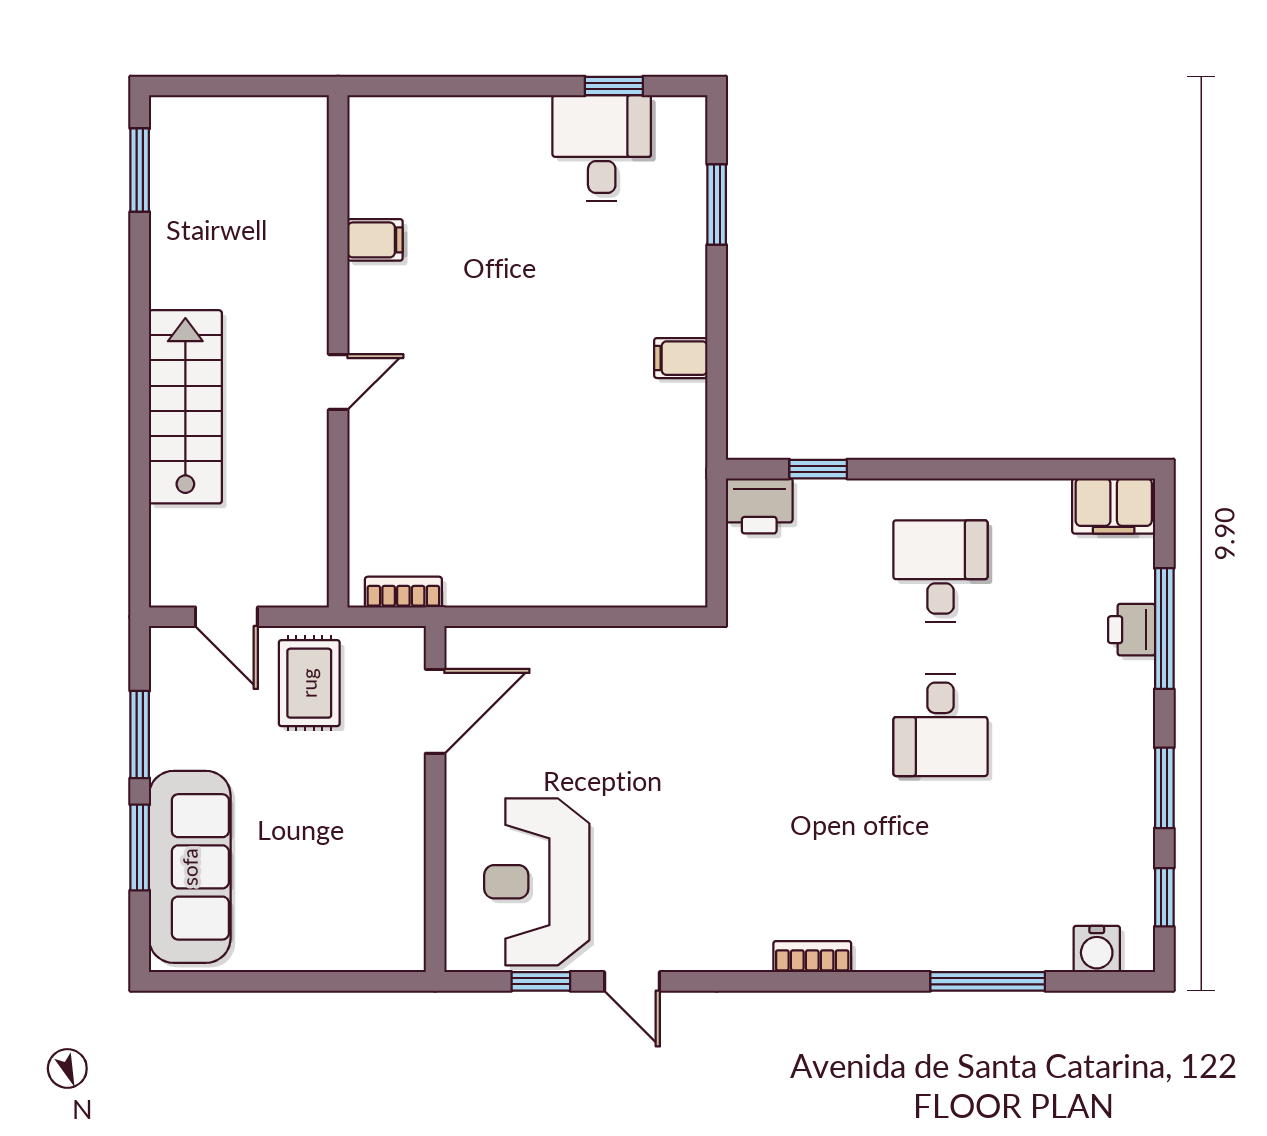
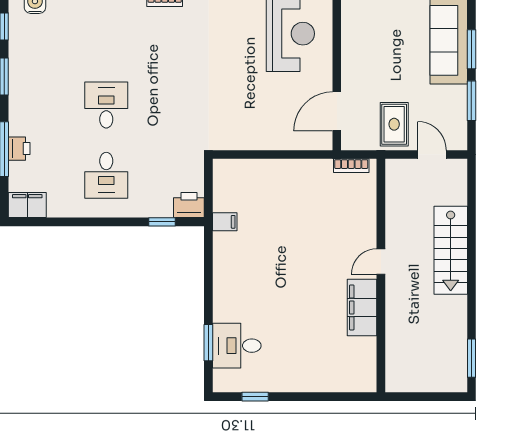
desk: (602, 148) -> (237, 346), moved, turned 90
filing cabinet: (375, 240) -> (362, 307), width x3.00, depth x1.17
filing cabinet: (681, 358) -> (225, 222), moved

